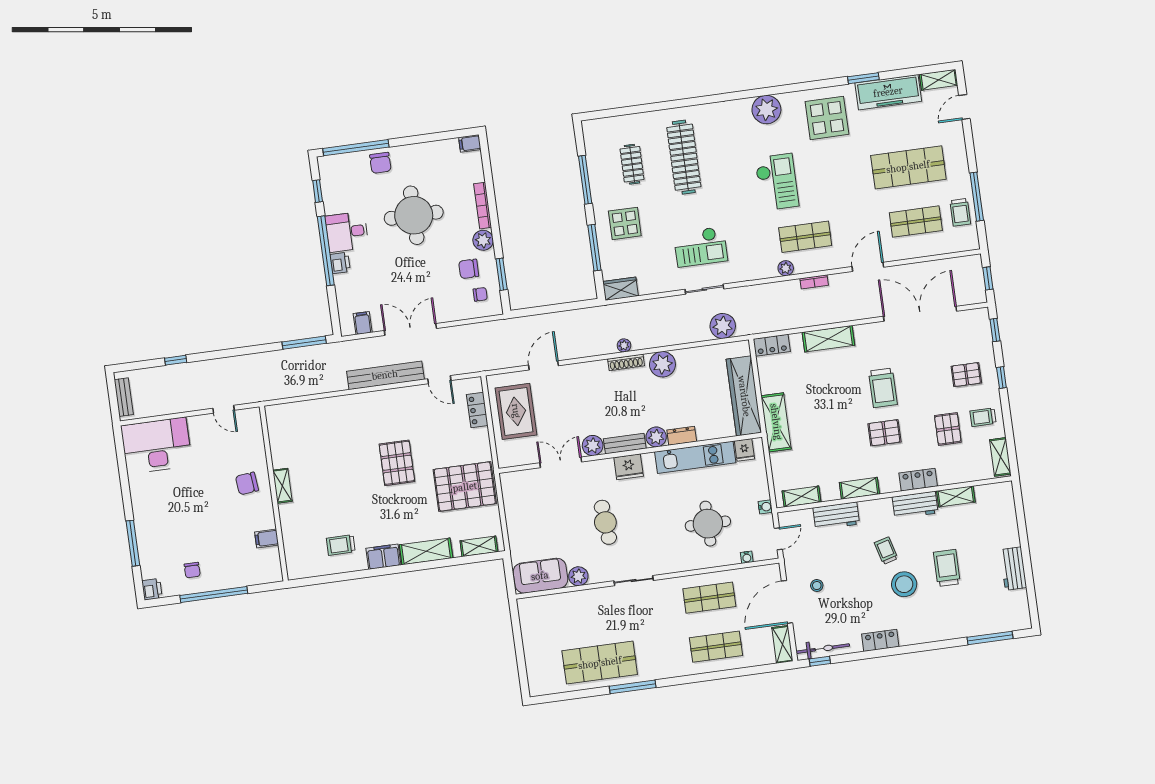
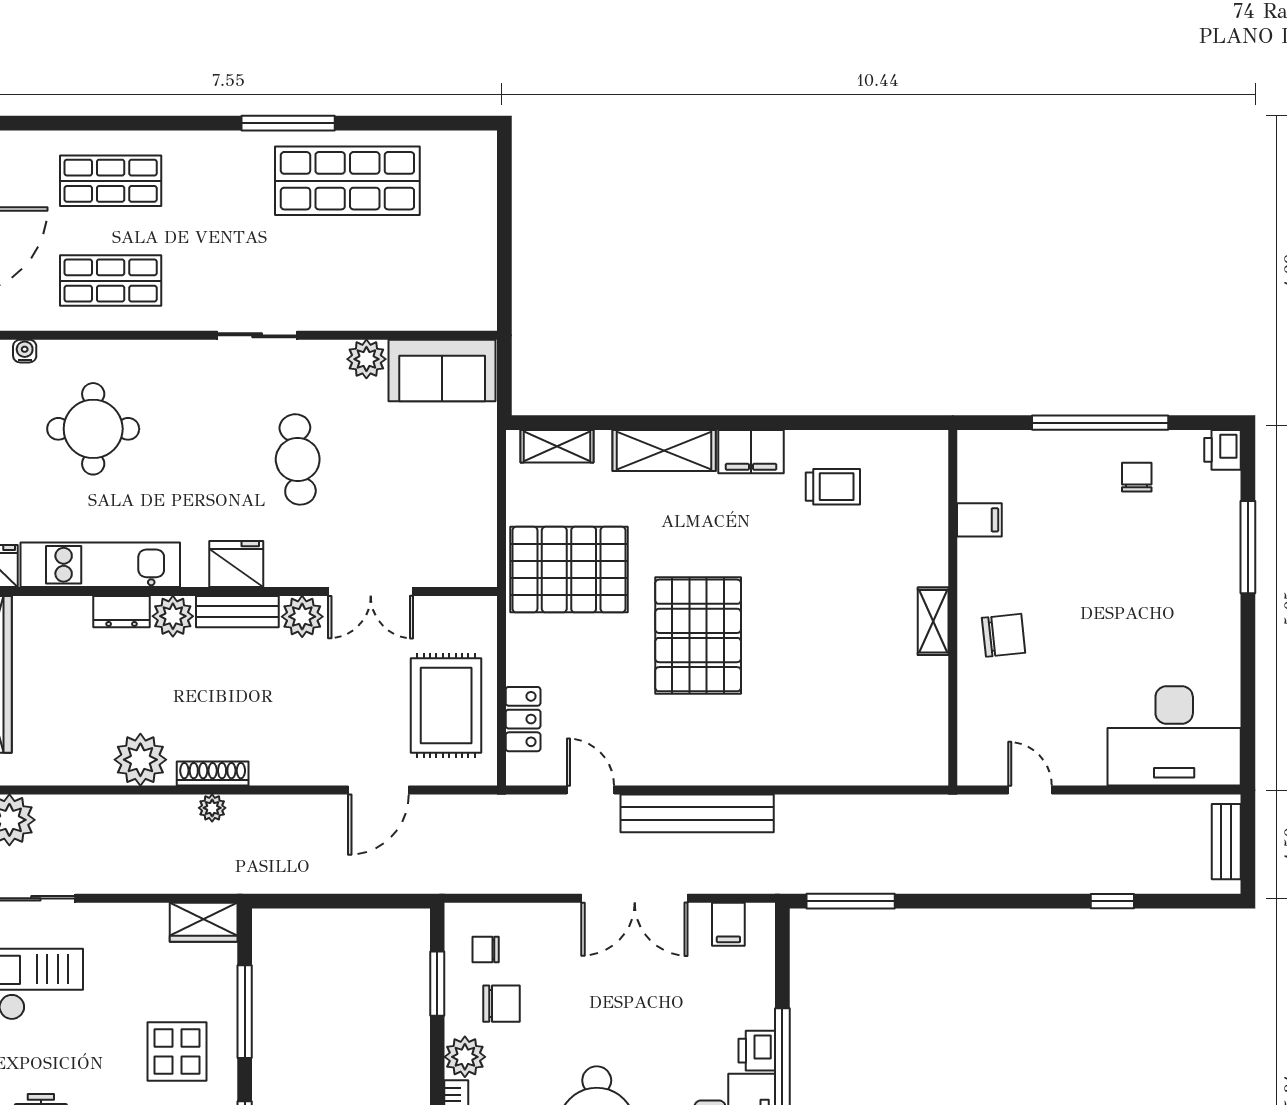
pallet: (397, 463) -> (698, 635), width x1.37, depth x1.41

